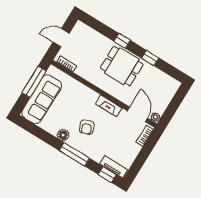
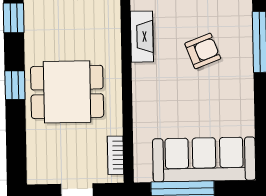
dining table: (122, 66) -> (67, 92), moved, turned 90
floor lamp: (63, 135) -> (242, 83), removed

